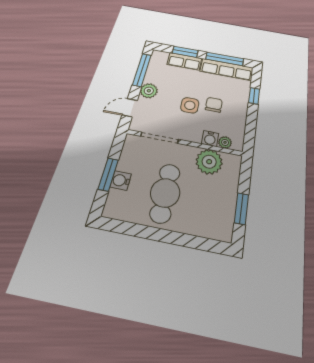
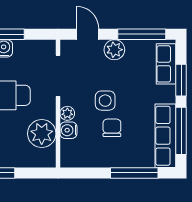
row of seats: (184, 61) -> (166, 64), moved
window: (254, 96) -> (134, 173), width x2.17
chair: (214, 105) -> (112, 128), turned -90
plant: (225, 142) -> (67, 113), moved

